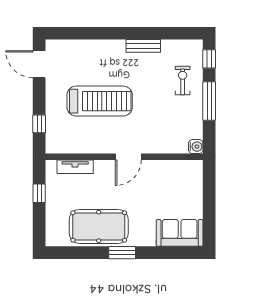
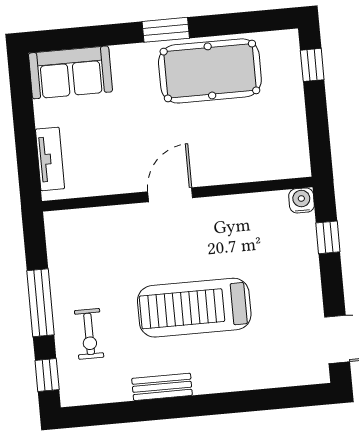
treadmill: (100, 101) -> (194, 308), moved
water cooler: (196, 147) -> (301, 200), moved, turned 90
tv unit: (75, 167) -> (50, 159), moved, turned 90
window: (39, 193) -> (312, 65), moved

